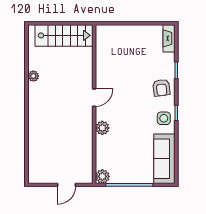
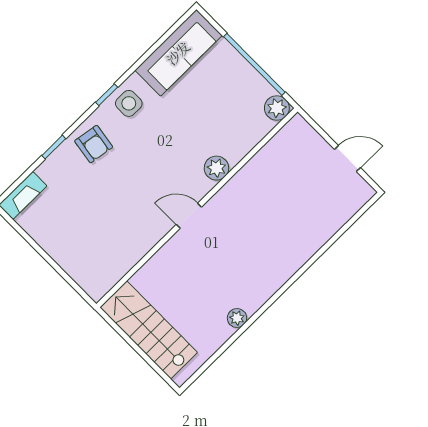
armchair: (161, 88) -> (94, 144), turned 106
door: (67, 185) -> (347, 158), moved

